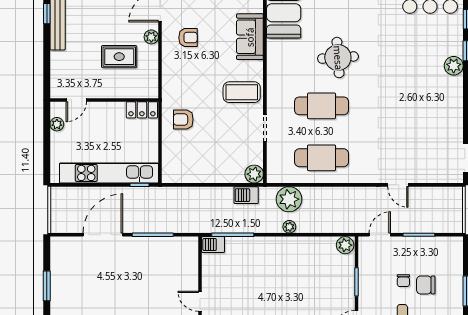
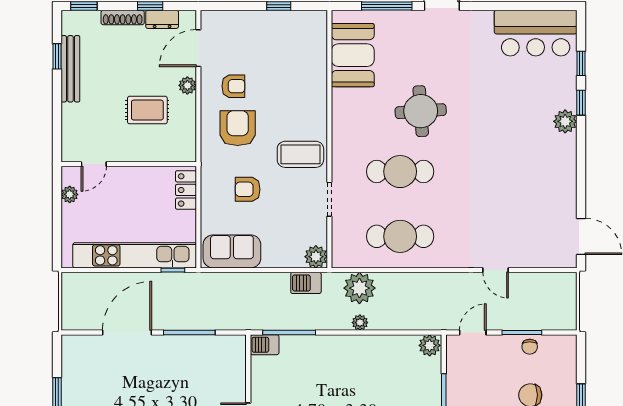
sofa: (250, 37) -> (232, 251), moved, turned 90
armchair: (191, 71) -> (238, 128), added
locker: (142, 110) -> (186, 190), moved, turned 90
armchair: (183, 120) -> (248, 189), moved
chair: (403, 281) -> (530, 347), moved

